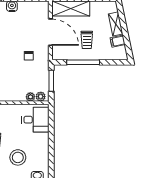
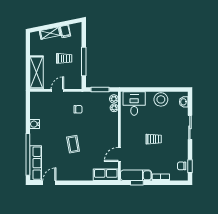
door: (50, 32) -> (57, 90), width x0.53
stool: (18, 157) -> (161, 99), moved

